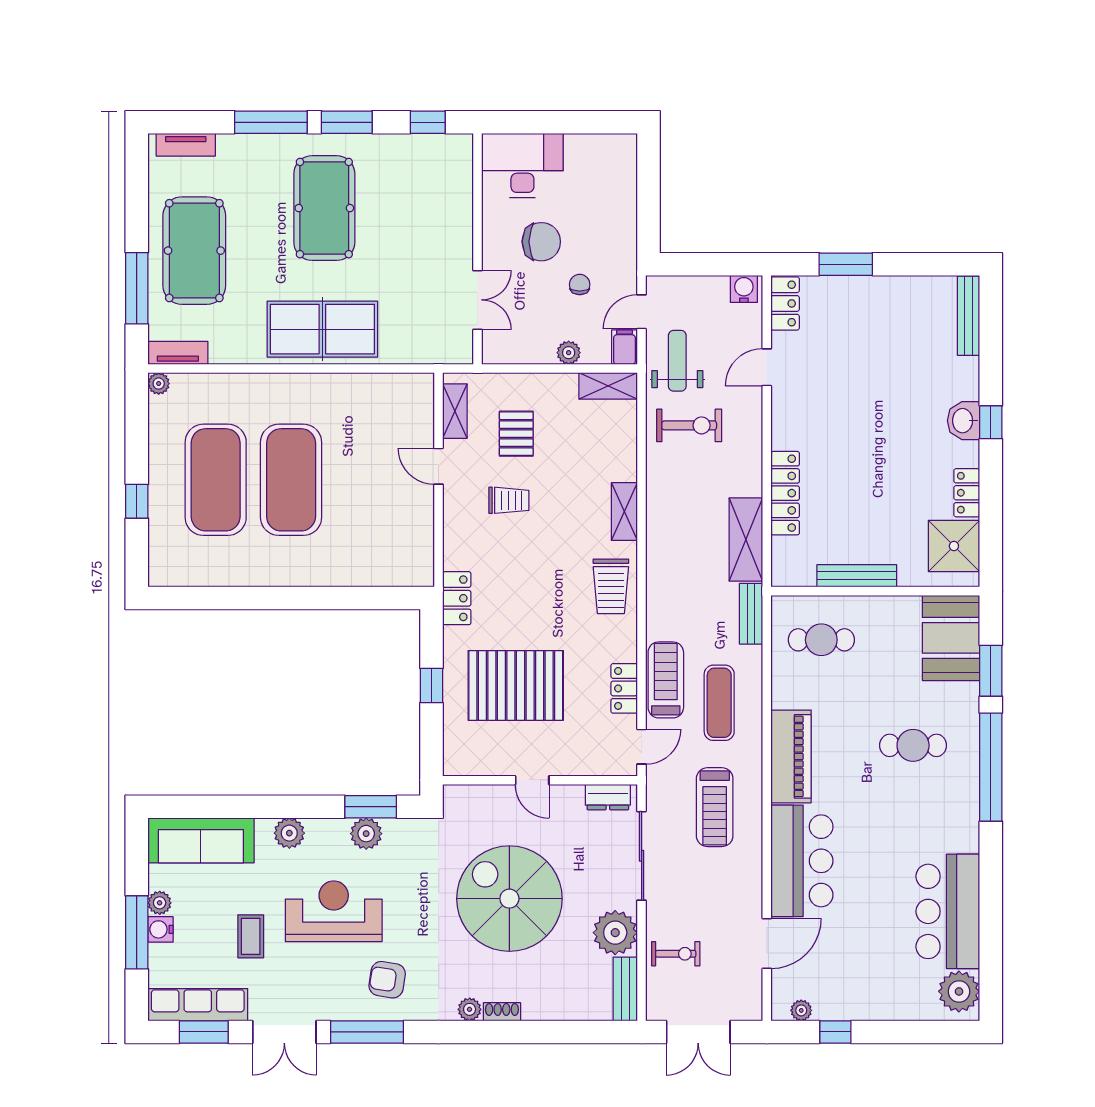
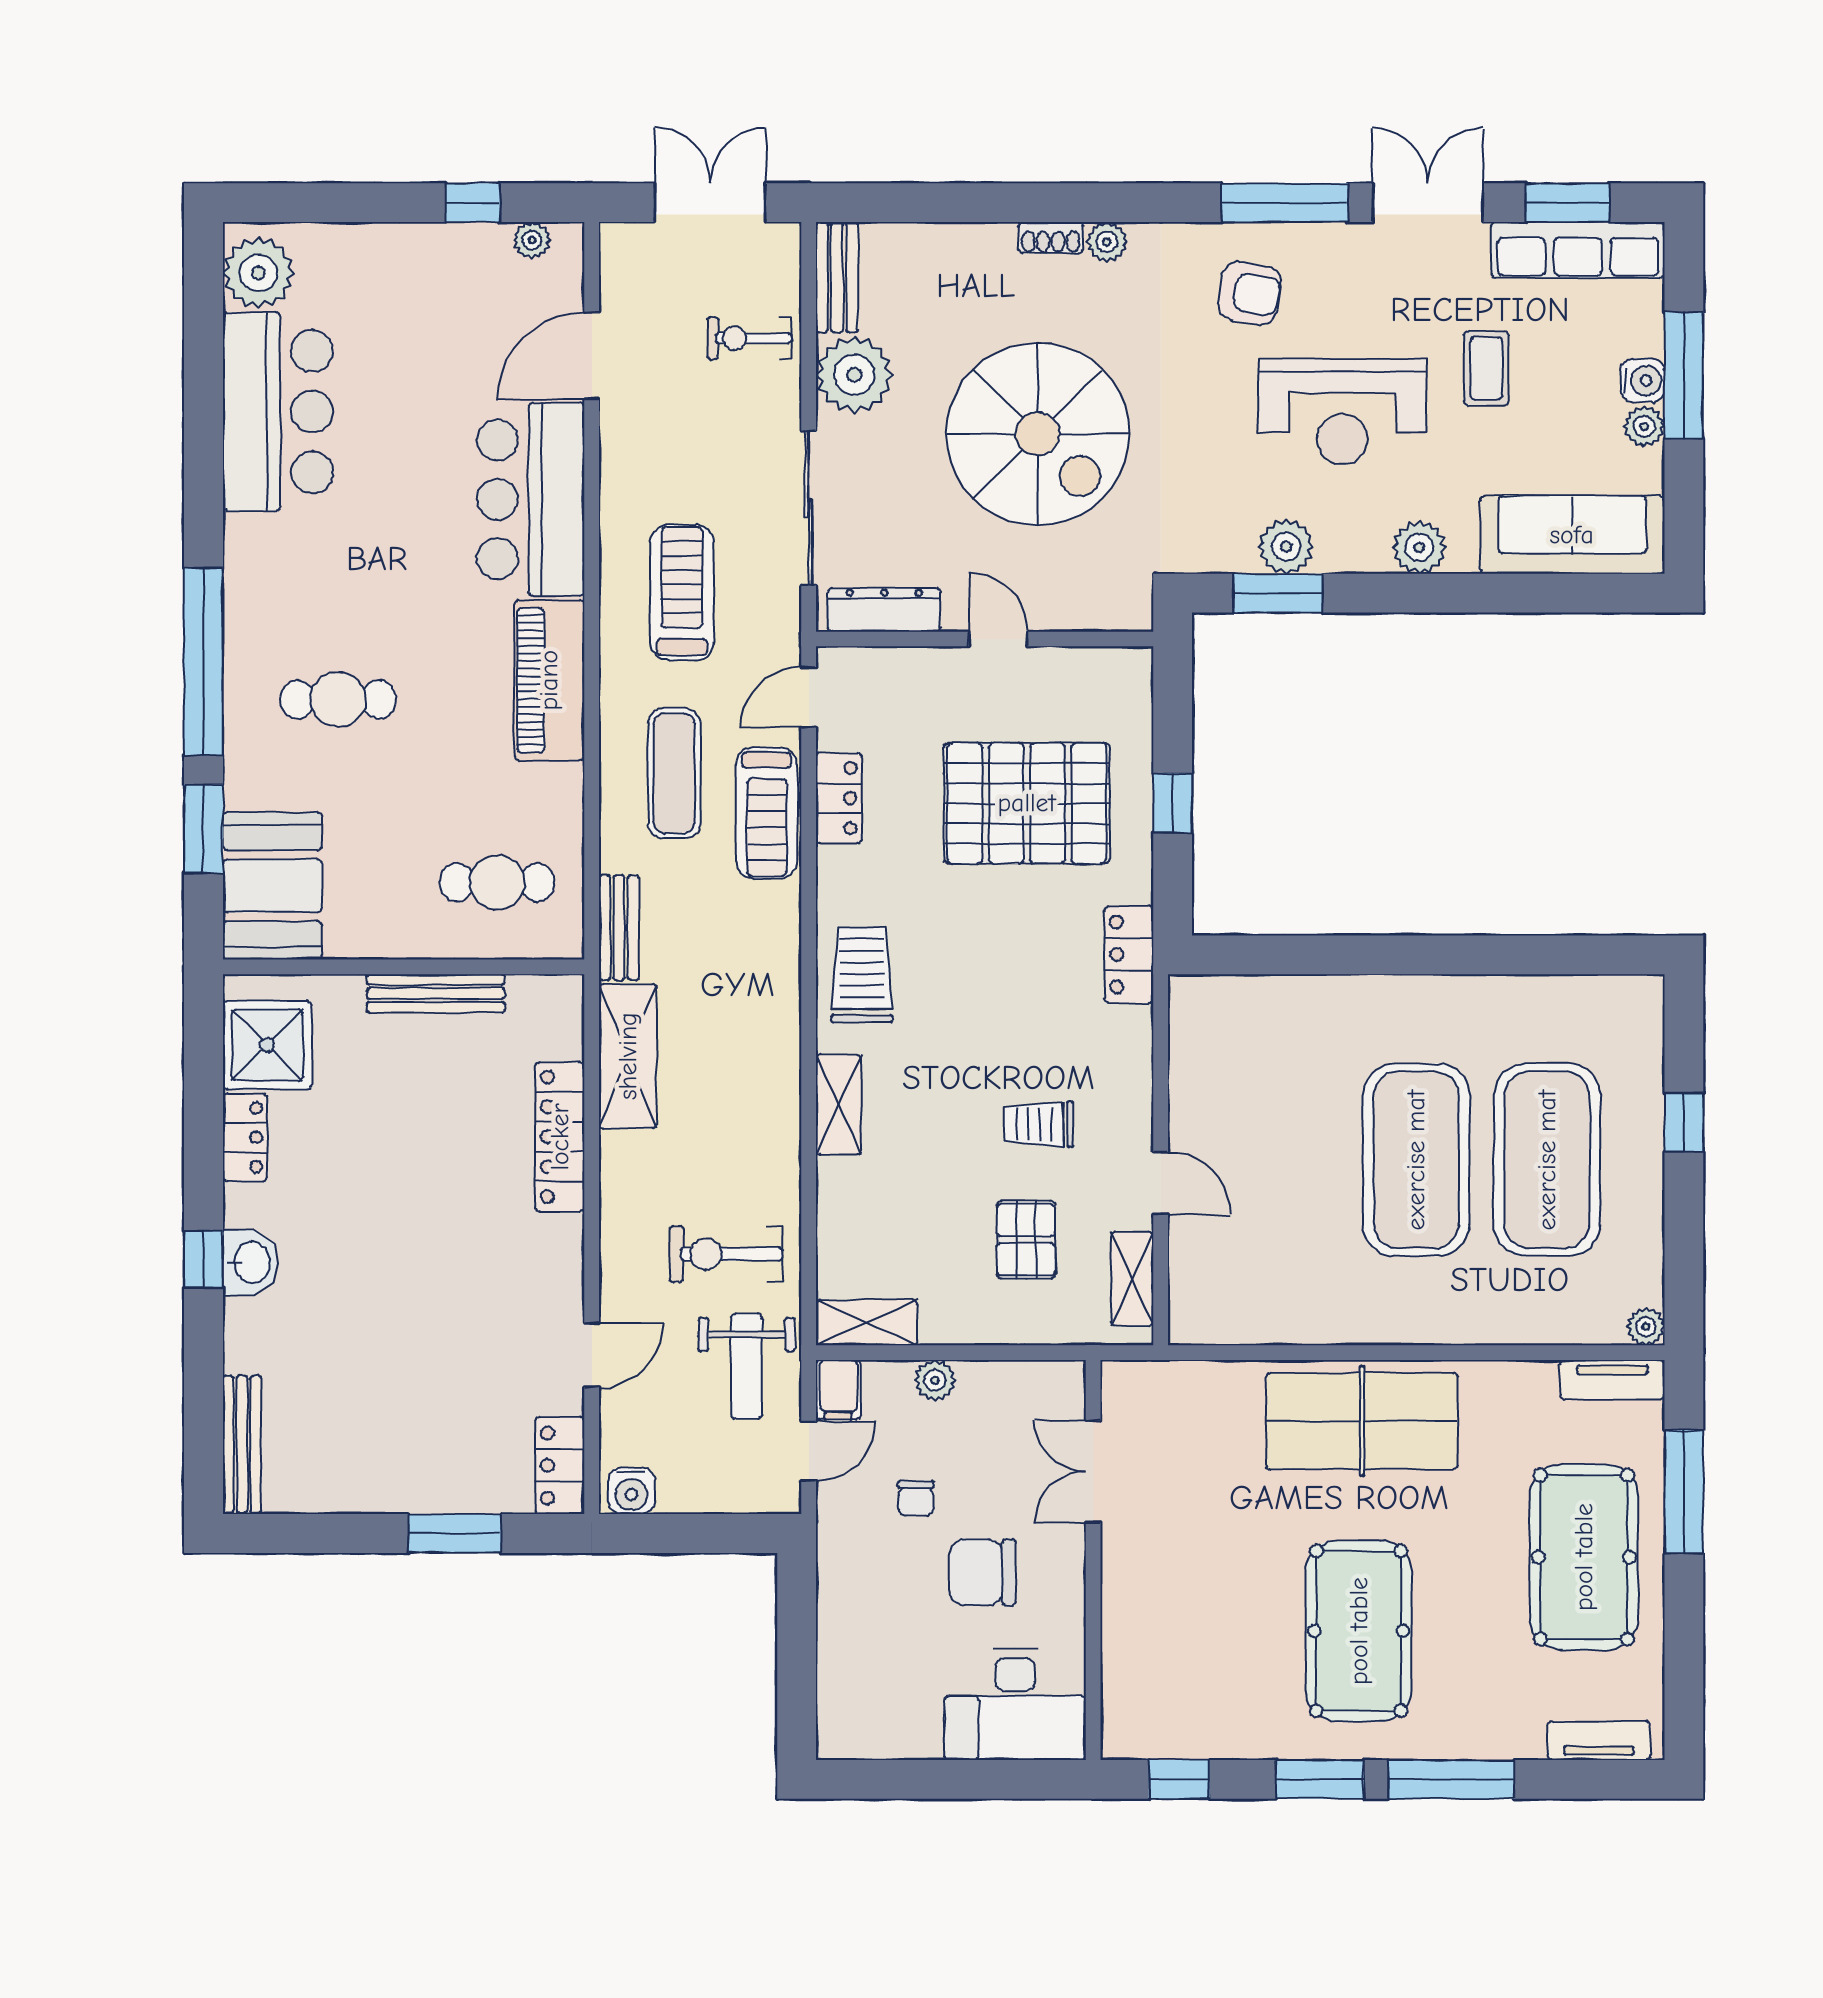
dresser: (608, 797) -> (884, 610), width x1.44

